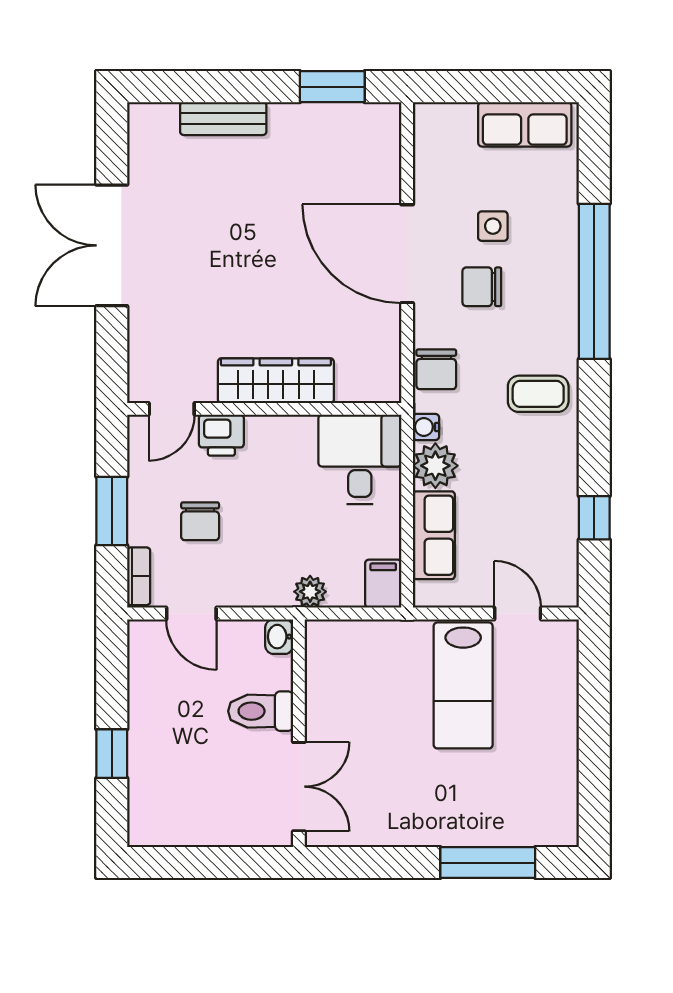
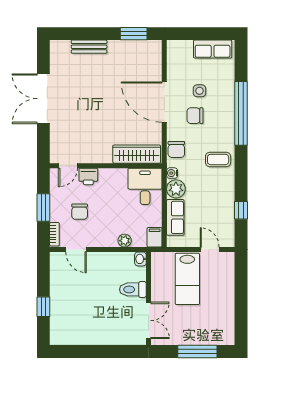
wardrobe: (276, 381) -> (137, 154), moved
washbasin: (279, 637) -> (140, 259), moved
toilet: (261, 711) -> (133, 289), moved
wall: (299, 733) -> (149, 298), moved
double door: (299, 787) -> (149, 320), moved

